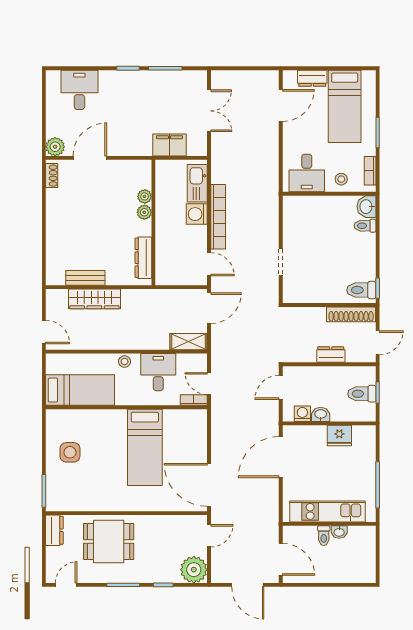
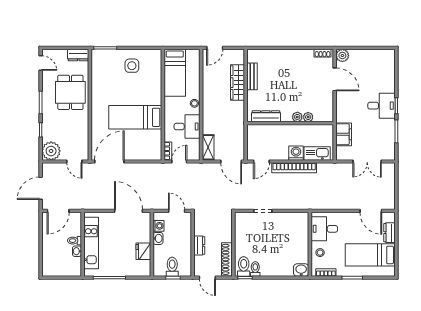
desk: (79, 90) -> (382, 106), moved
toilet: (365, 226) -> (255, 269), moved

